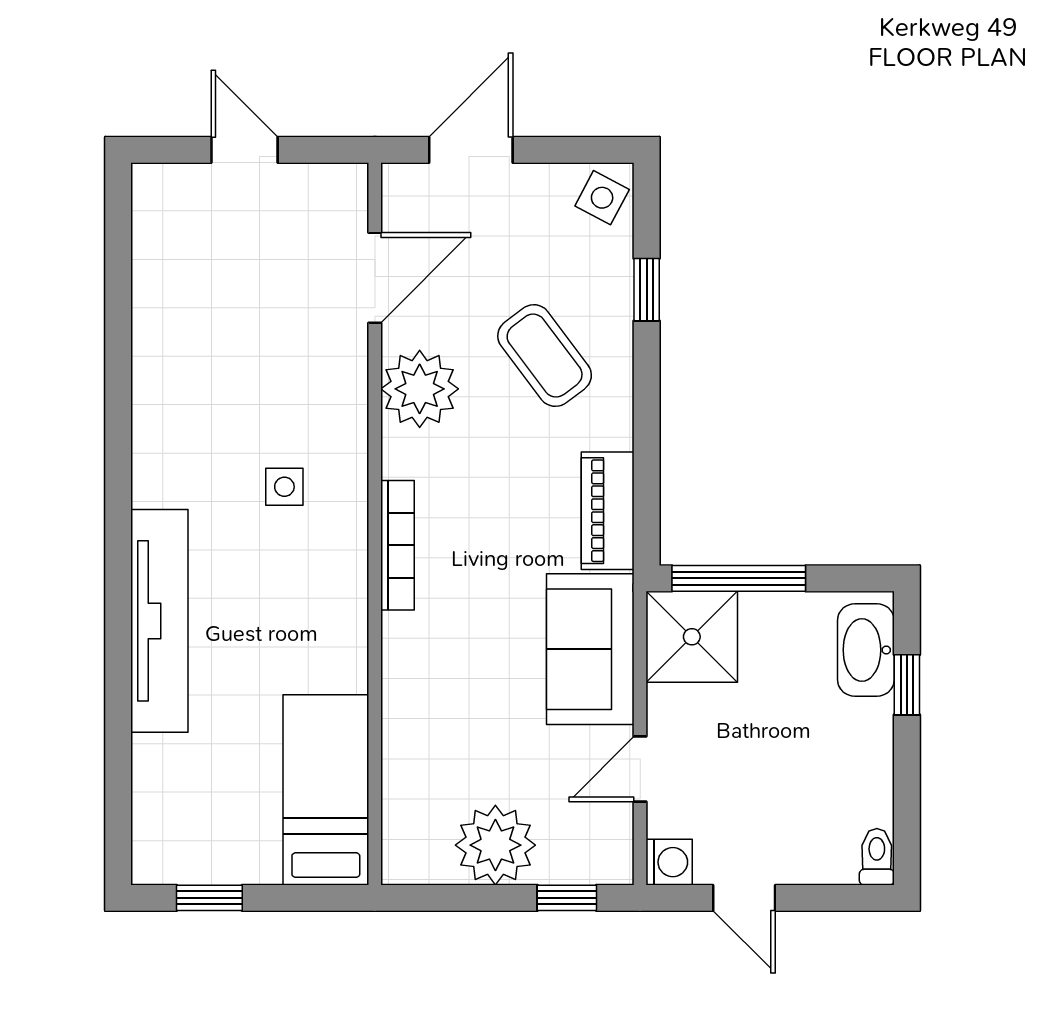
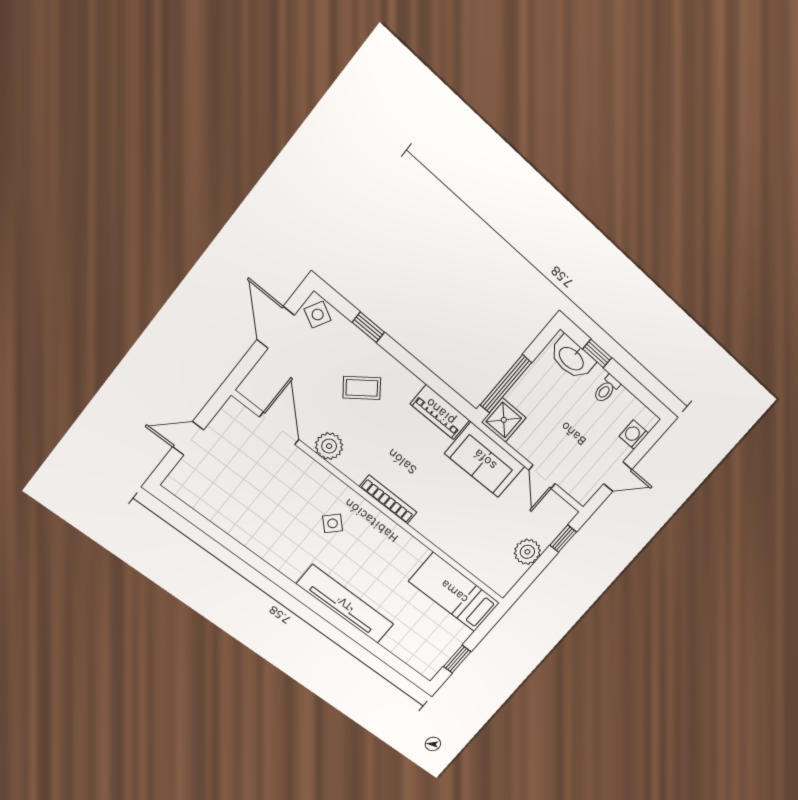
door: (471, 150) -> (276, 327), moved
coffee table: (545, 356) -> (362, 388), width x0.73, depth x0.77
plant: (420, 389) -> (329, 446), width x0.73, depth x0.73
side table: (284, 487) -> (333, 523), turned 45
shower: (692, 637) -> (504, 420), width x0.73, depth x0.73
plant: (495, 845) -> (527, 552), width x0.73, depth x0.73
toilet: (877, 857) -> (607, 389), moved, turned -90
washing machine: (669, 862) -> (634, 435), moved, turned -90

